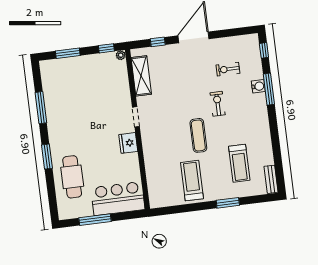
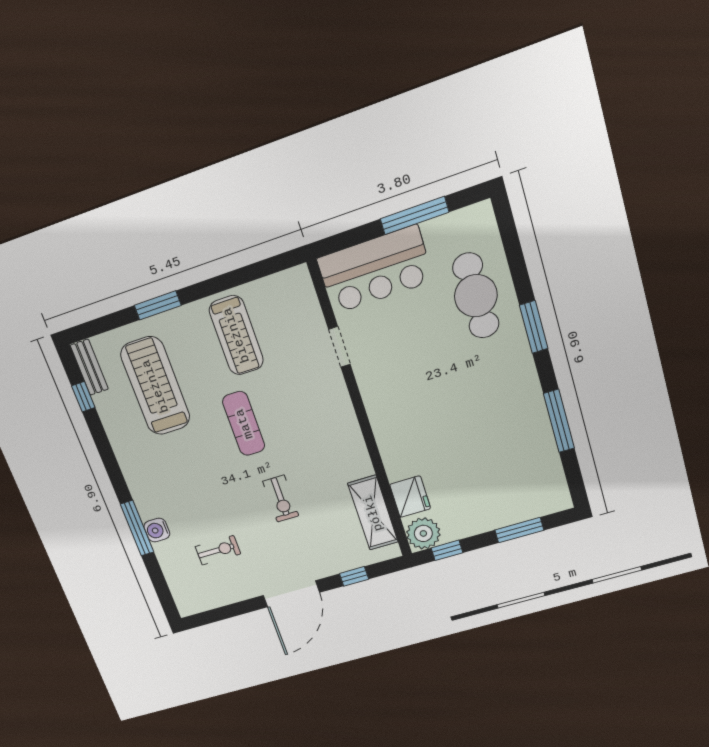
window: (264, 50) -> (83, 397), moved
plant: (121, 55) -> (423, 533), width x1.87, depth x1.87
exercise bike: (218, 104) -> (281, 499), moved
doorway: (136, 117) -> (339, 347), moved
fridge: (128, 143) -> (410, 497), moved
treadmill: (239, 163) -> (155, 386), width x1.37, depth x1.38

